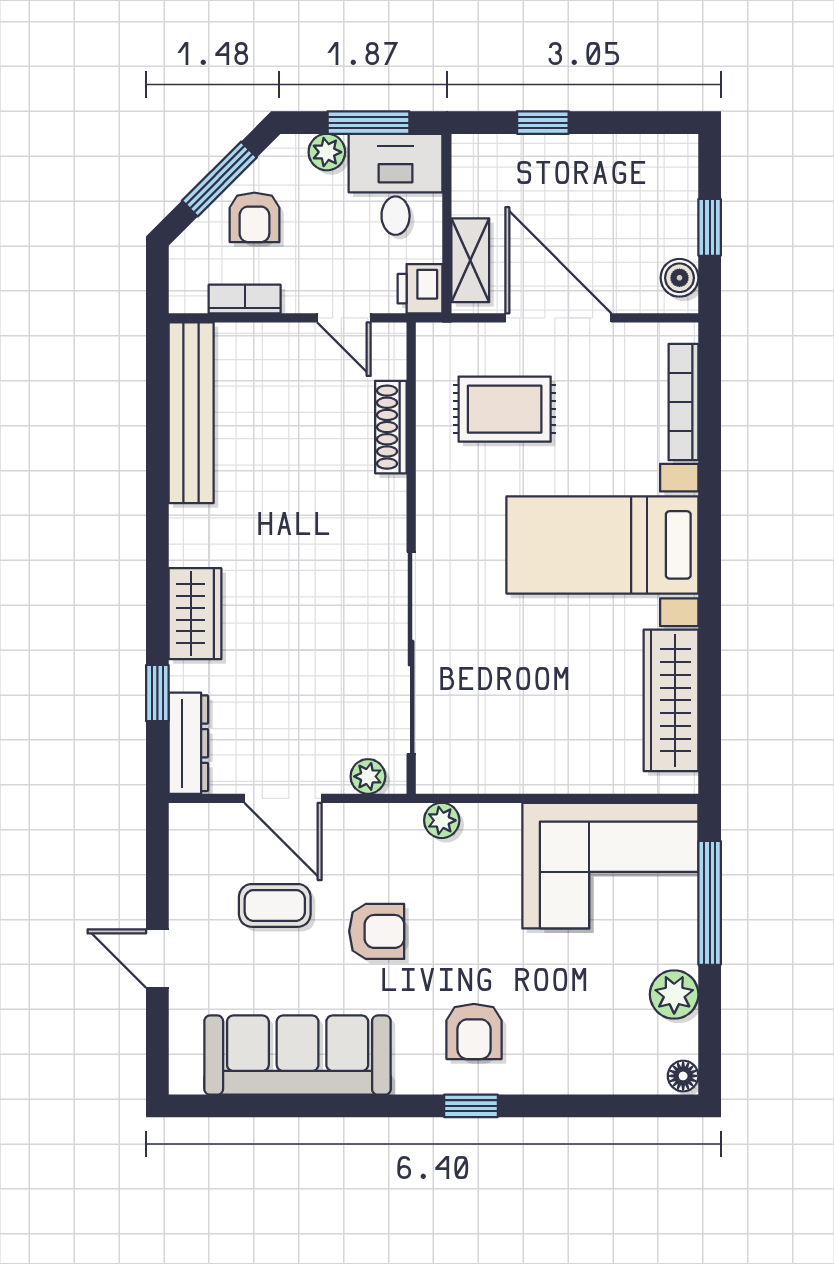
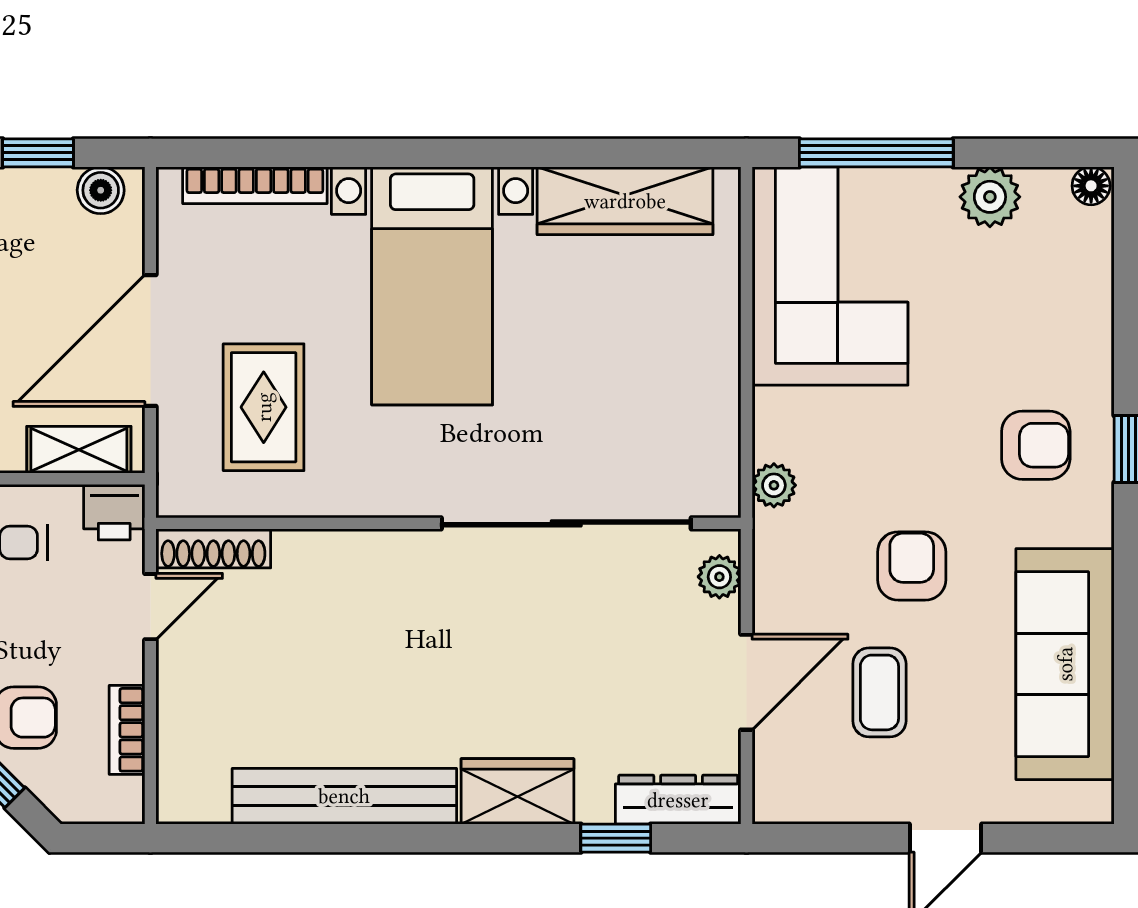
bench: (191, 413) -> (344, 796), moved
shoe rack: (391, 427) -> (213, 548), moved

